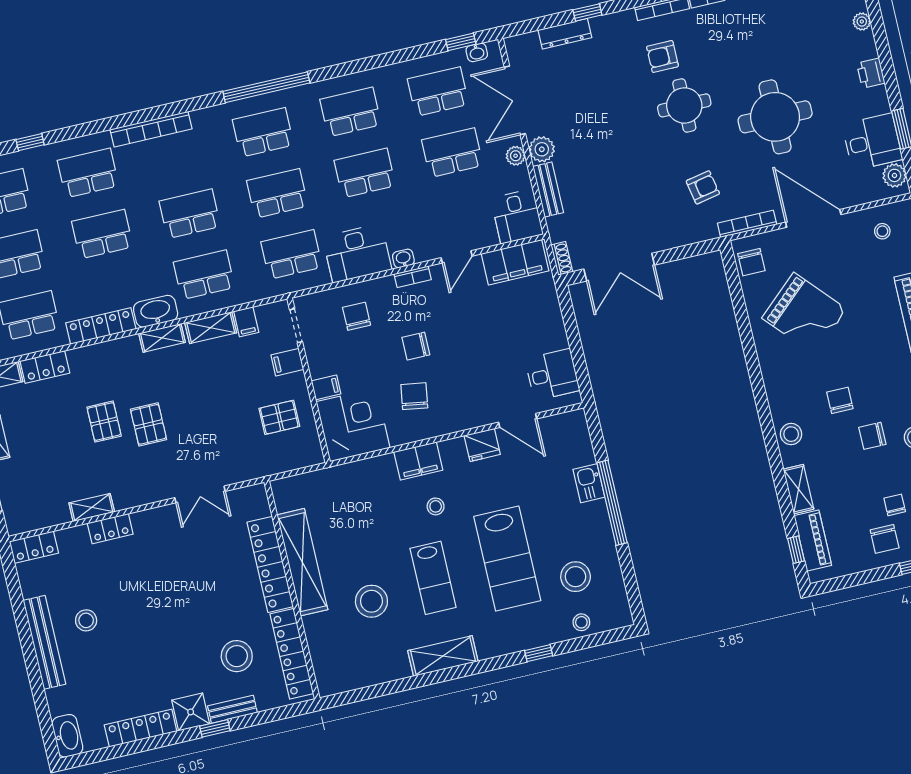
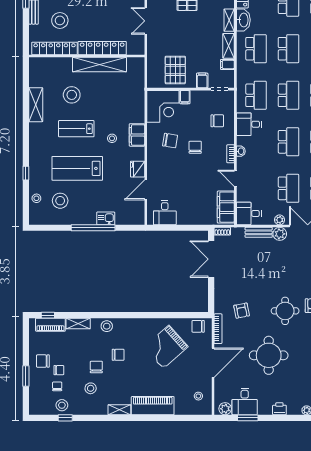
desk: (357, 253) -> (249, 124), width x0.73
pallet: (279, 417) -> (175, 70), width x1.50, depth x1.42
shelving: (443, 656) -> (36, 105), moved

